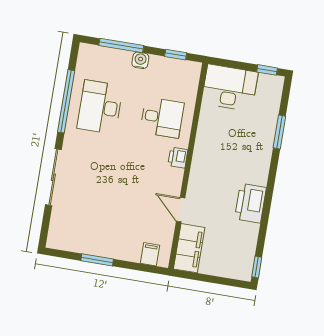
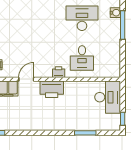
window: (176, 55) -> (123, 60), removed
water cooler: (140, 60) -> (115, 13), moved
printer: (250, 203) -> (52, 89), moved, turned 180

